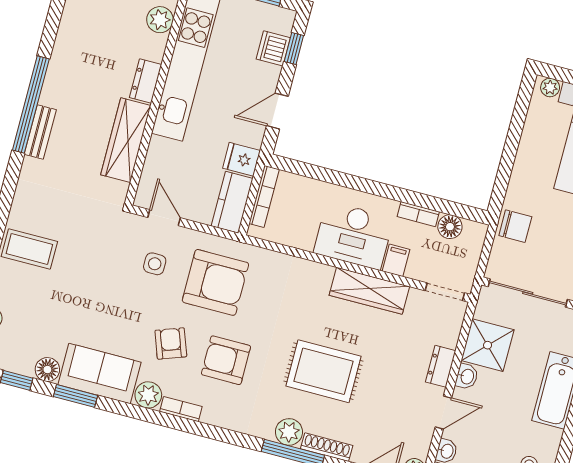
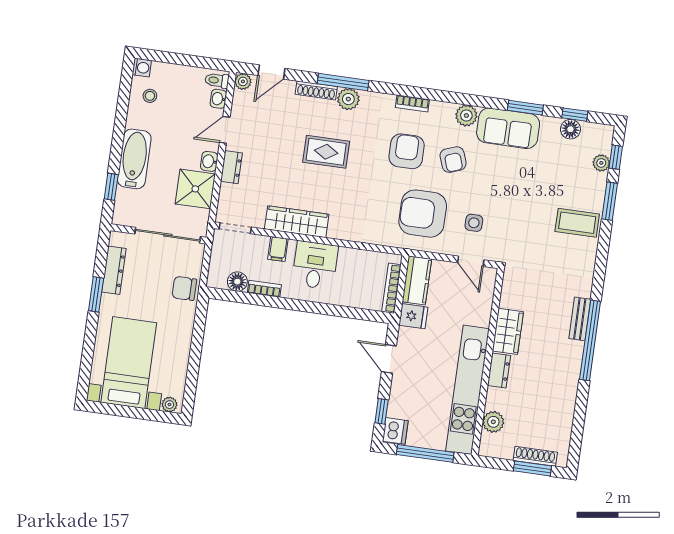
dishwasher: (273, 48) -> (395, 431), moved
door: (277, 111) -> (389, 359), swing flipped
wardrobe: (126, 140) -> (508, 331), width x0.67
desk: (353, 235) -> (315, 265), width x0.73
armchair: (226, 360) -> (407, 151), turned -90
floor lamp: (47, 370) -> (570, 129), moved
rug: (324, 371) -> (326, 152), width x0.73, depth x0.70
bookcase: (181, 409) -> (412, 104), moved

